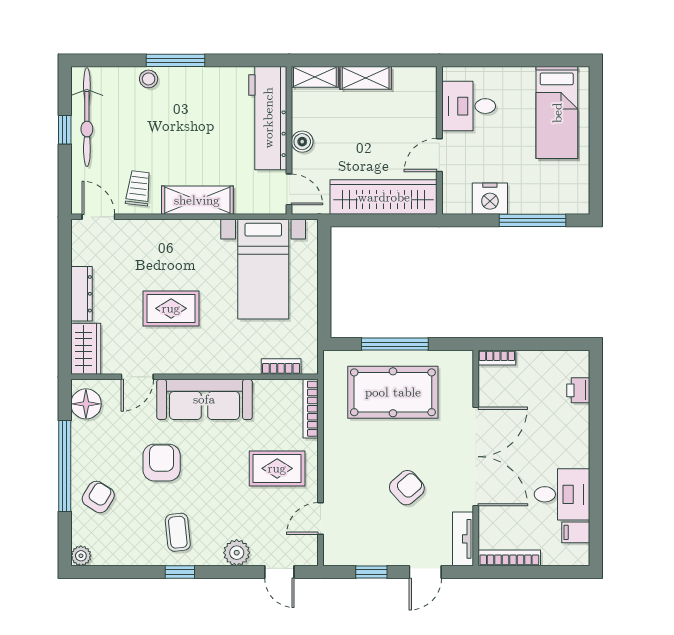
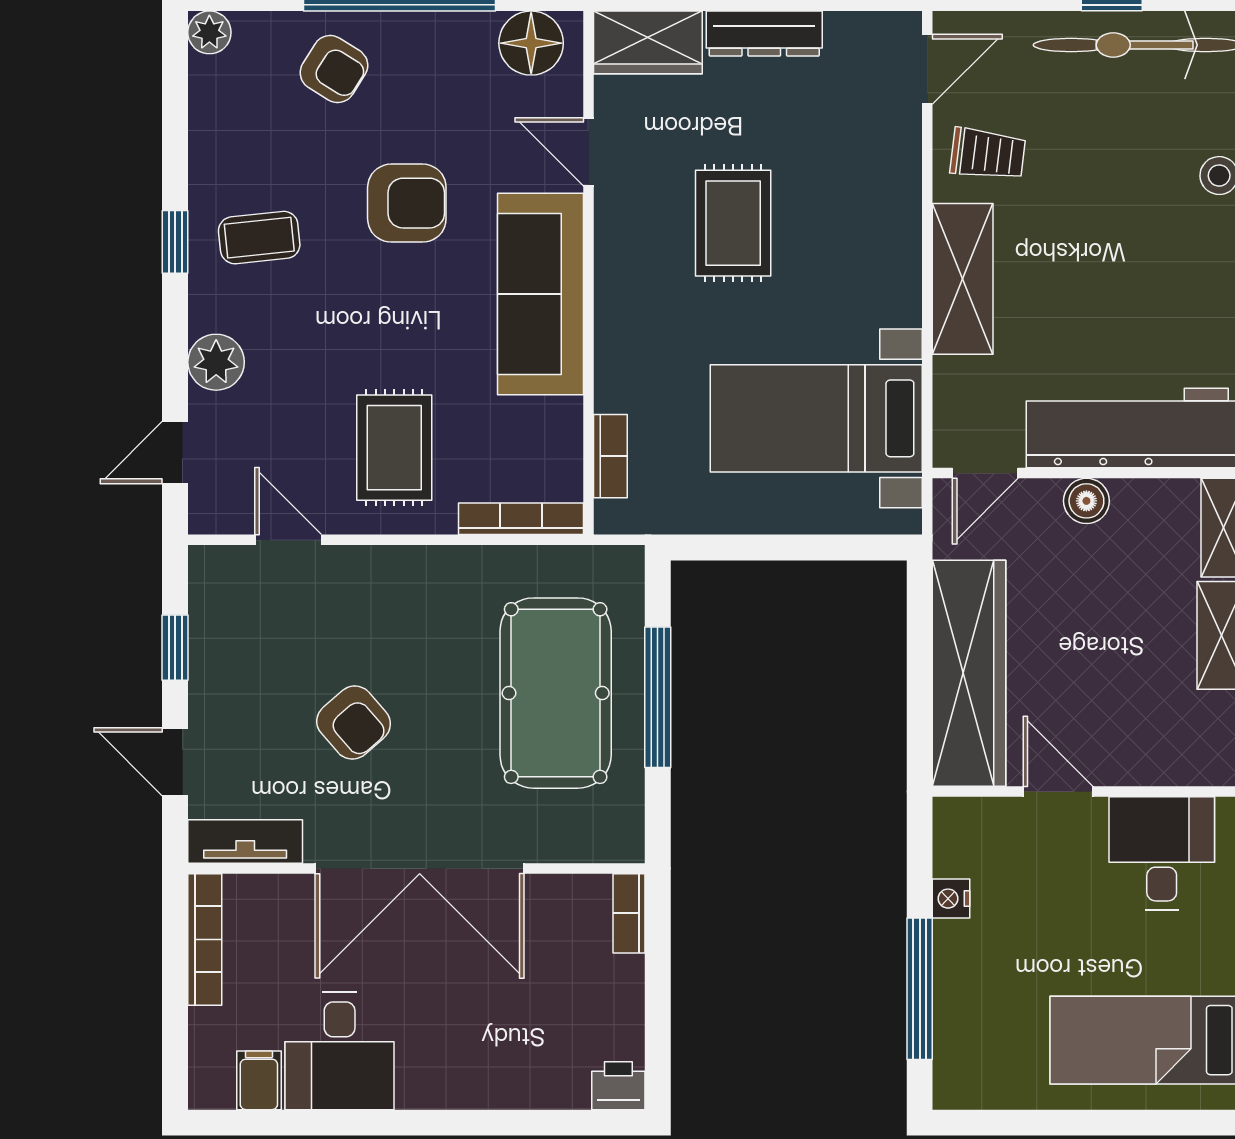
nightstand: (490, 199) -> (951, 899), width x0.53, depth x0.56
printer: (578, 390) -> (618, 1086), moved

